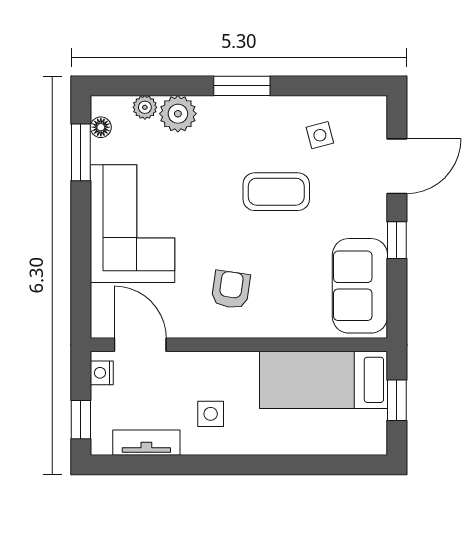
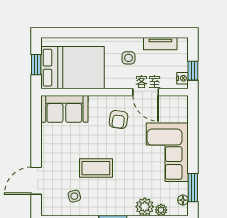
window: (397, 240) -> (36, 144), removed
sofa: (360, 286) -> (64, 109), moved, turned 90
door: (140, 345) -> (146, 92), moved
bed: (324, 380) -> (72, 68), width x1.50
window: (81, 420) -> (193, 71), moved

